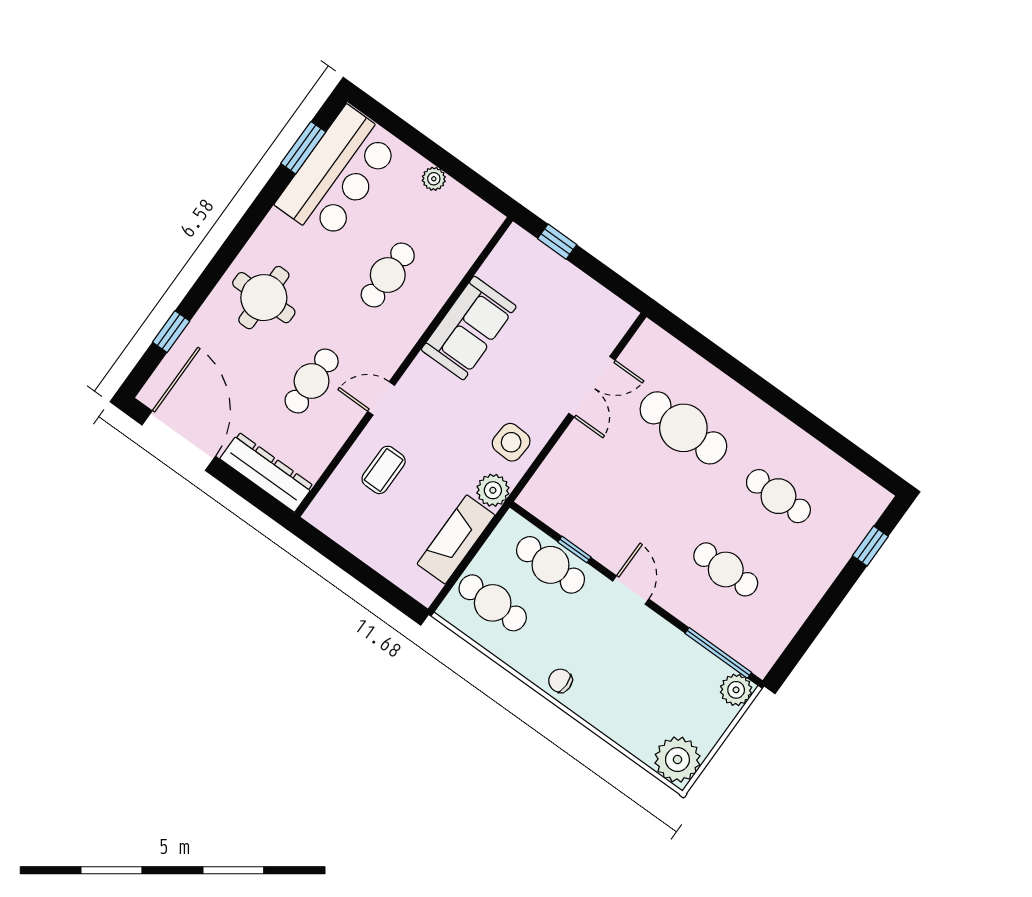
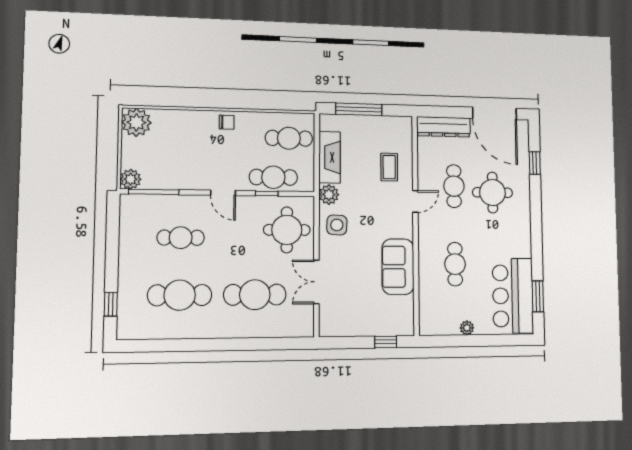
round table: (264, 298) -> (493, 193), moved
round table: (582, 483) -> (287, 230), added
cafe table: (778, 496) -> (180, 295), width x1.37, depth x1.35
window: (369, 577) -> (359, 109), added

